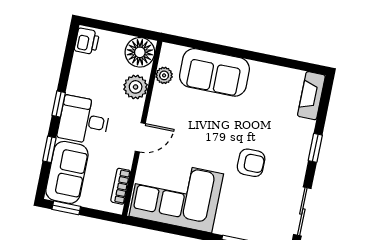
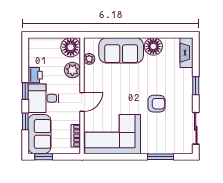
printer: (87, 41) -> (35, 75), moved
floor lamp: (264, 76) -> (153, 46), added

